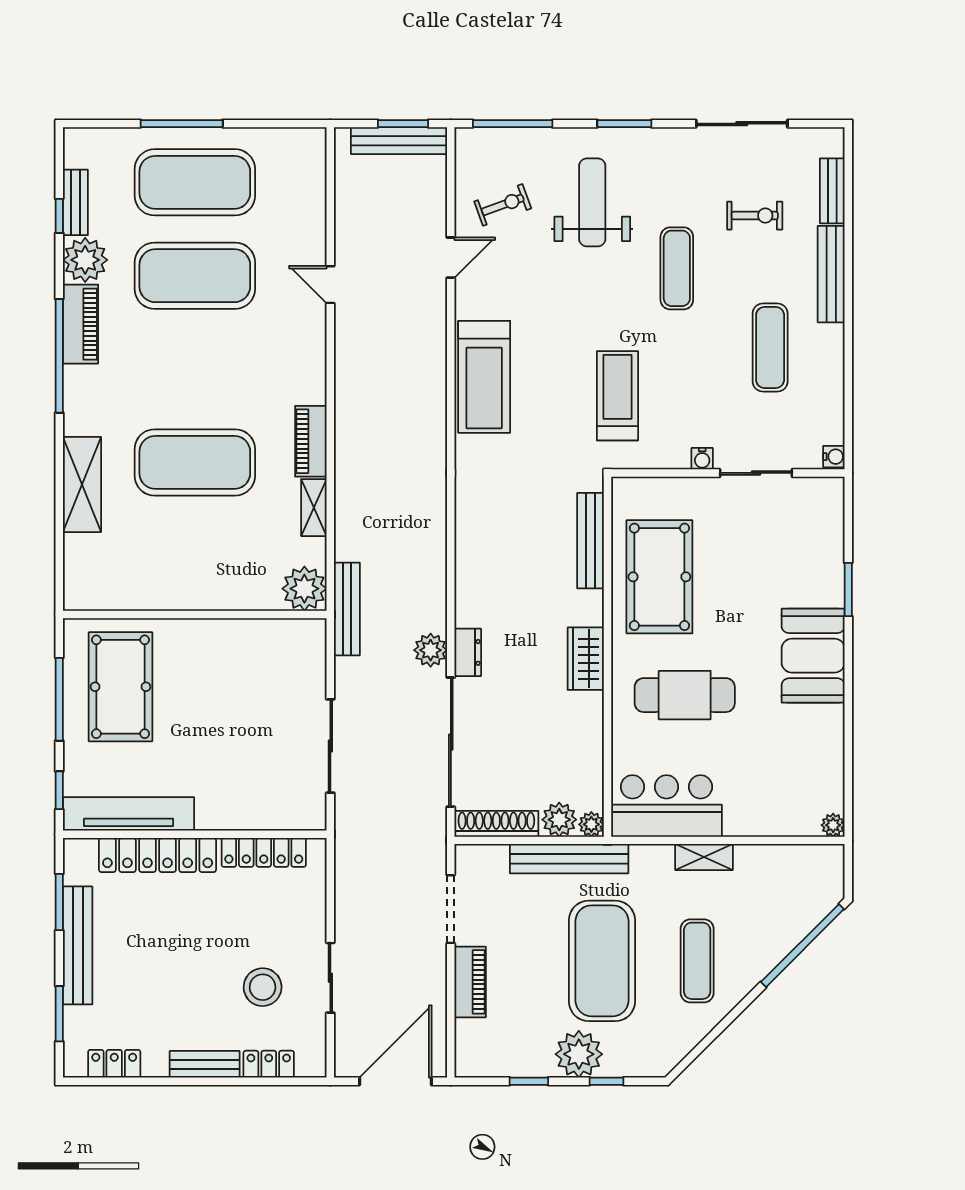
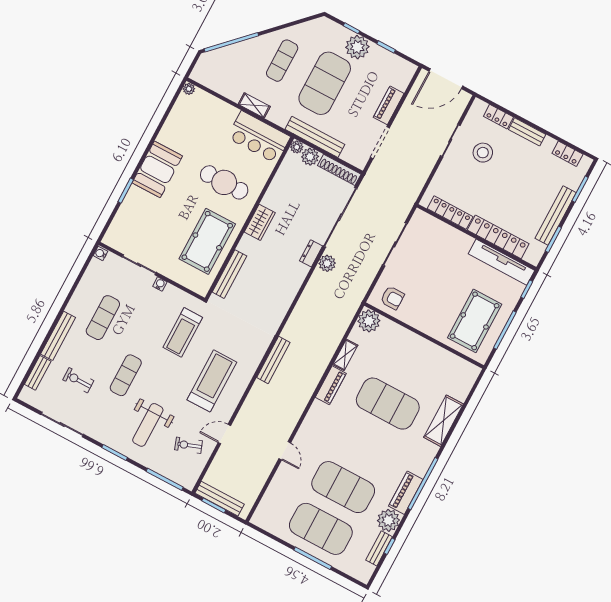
treadmill: (484, 377) -> (212, 381), moved
bench: (347, 609) -> (273, 360), moved
armchair: (285, 651) -> (392, 298), added

